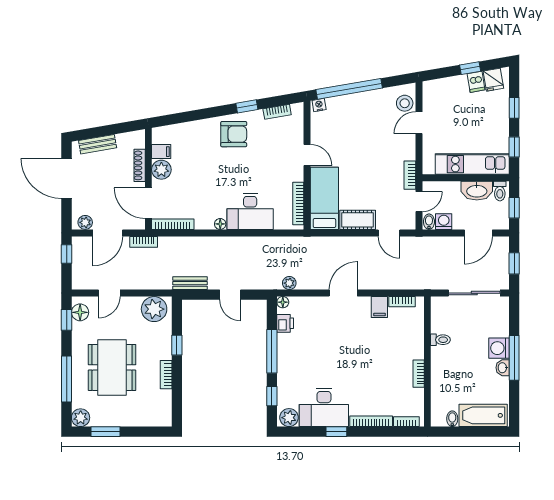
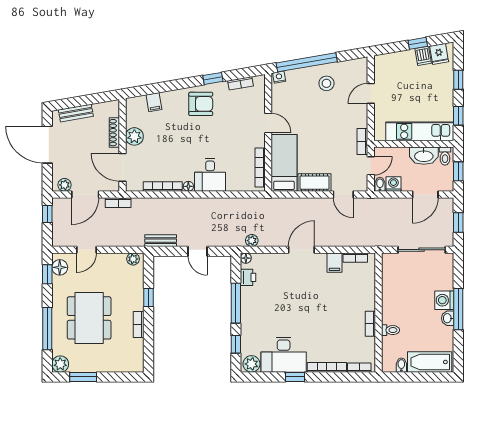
stool: (405, 103) -> (326, 83), moved
filing cabinet: (161, 152) -> (154, 102), moved, turned 80
desk: (250, 211) -> (210, 175), width x0.73
bookcase: (173, 224) -> (163, 186), moved
plant: (154, 309) -> (133, 259), width x0.53, depth x0.53
toilet: (440, 340) -> (390, 330), moved

